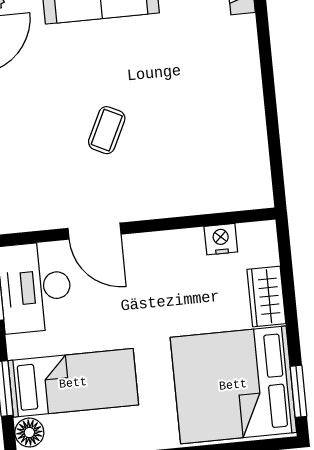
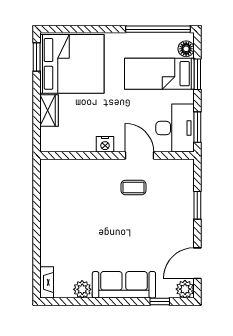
coffee table: (107, 130) -> (133, 187), moved, turned 64
nightstand: (221, 239) -> (105, 144), moved

